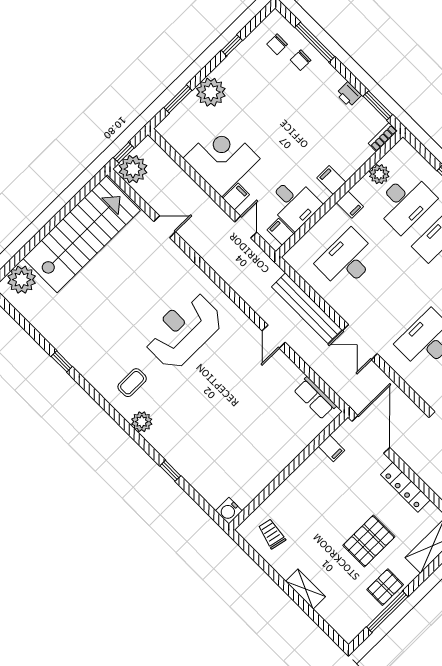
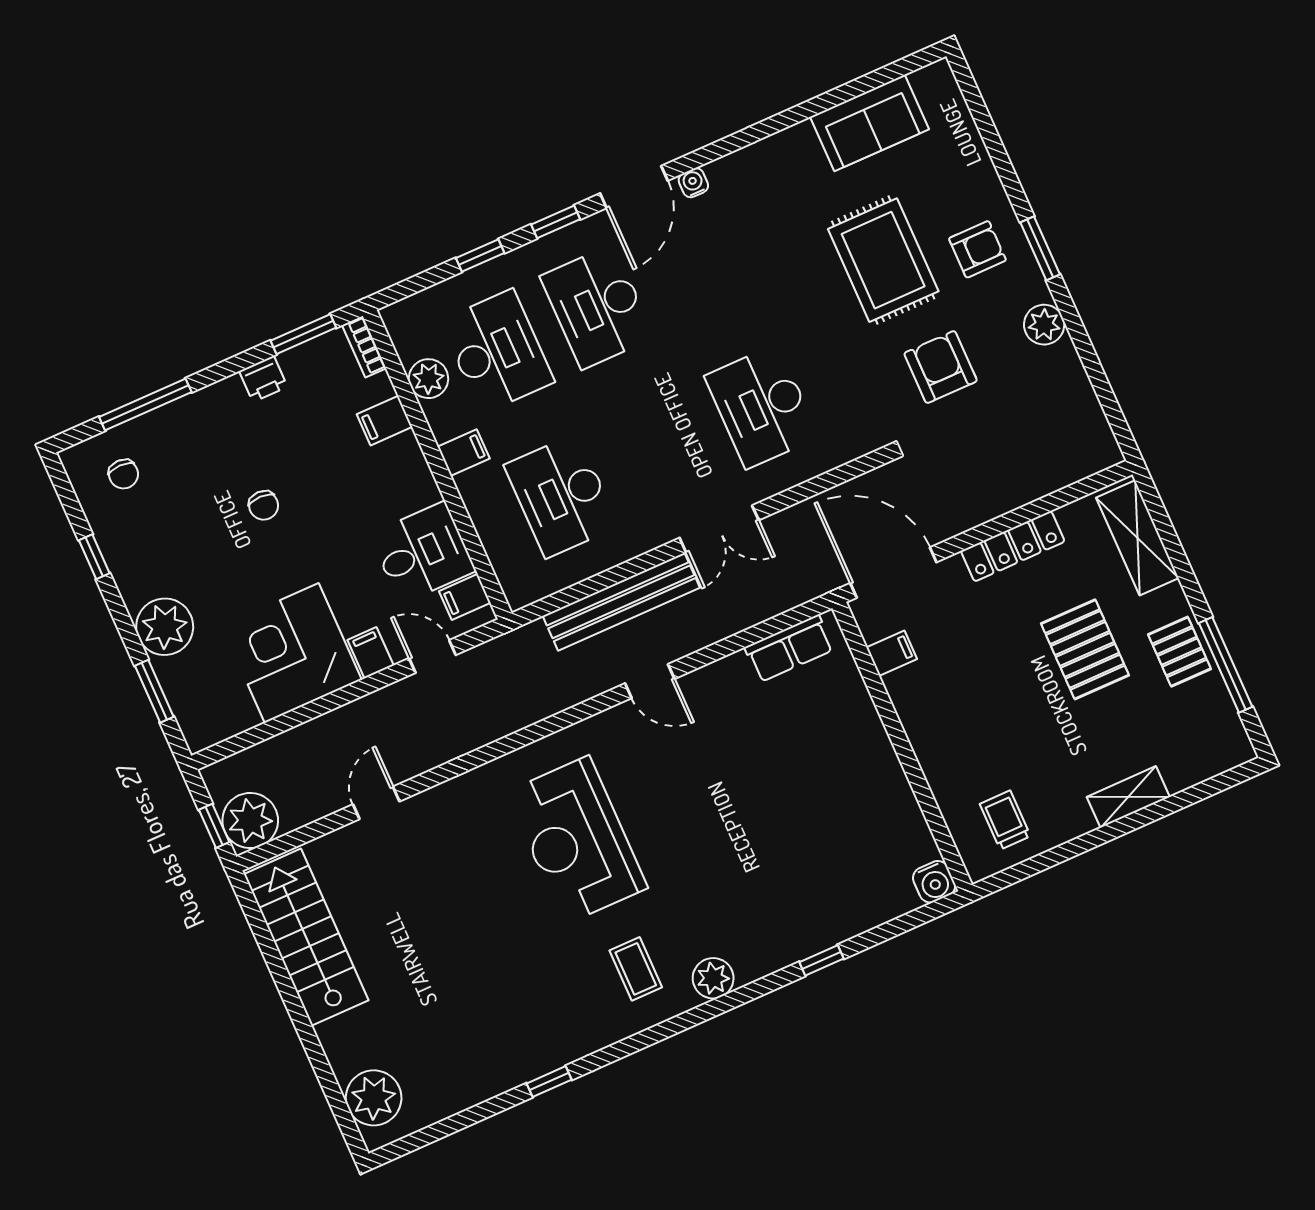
chair: (301, 60) -> (264, 505), moved
filing cabinet: (331, 180) -> (384, 421), moved
stairs: (82, 234) -> (306, 937), width x0.73, depth x0.66
trolley: (272, 534) -> (1005, 820), turned 78

